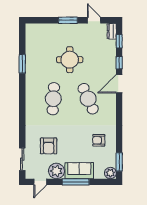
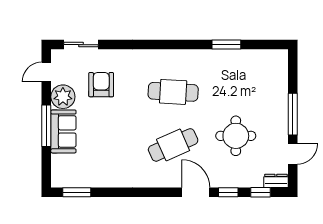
window: (68, 20) -> (293, 114), width x1.44
round table: (70, 60) -> (236, 136), moved
armchair: (99, 140) -> (110, 161), removed
armchair: (49, 146) -> (101, 85), turned 90
plant: (110, 173) -> (60, 179), removed
door: (40, 182) -> (46, 72), hinge flipped

